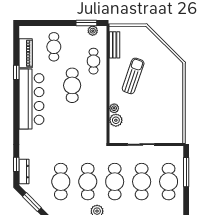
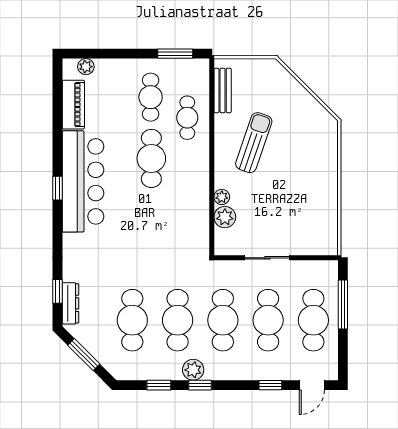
plant: (93, 31) -> (86, 67), moved
cafe table: (54, 47) -> (151, 97), moved
window: (16, 72) -> (57, 188), moved

